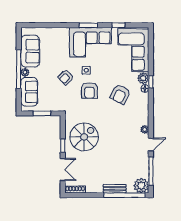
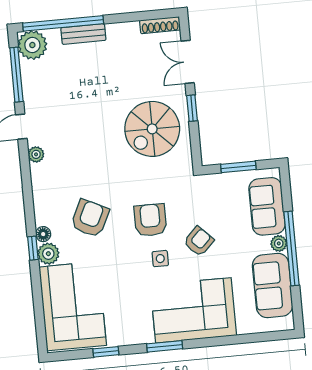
corner sofa: (90, 42) -> (193, 310), moved

